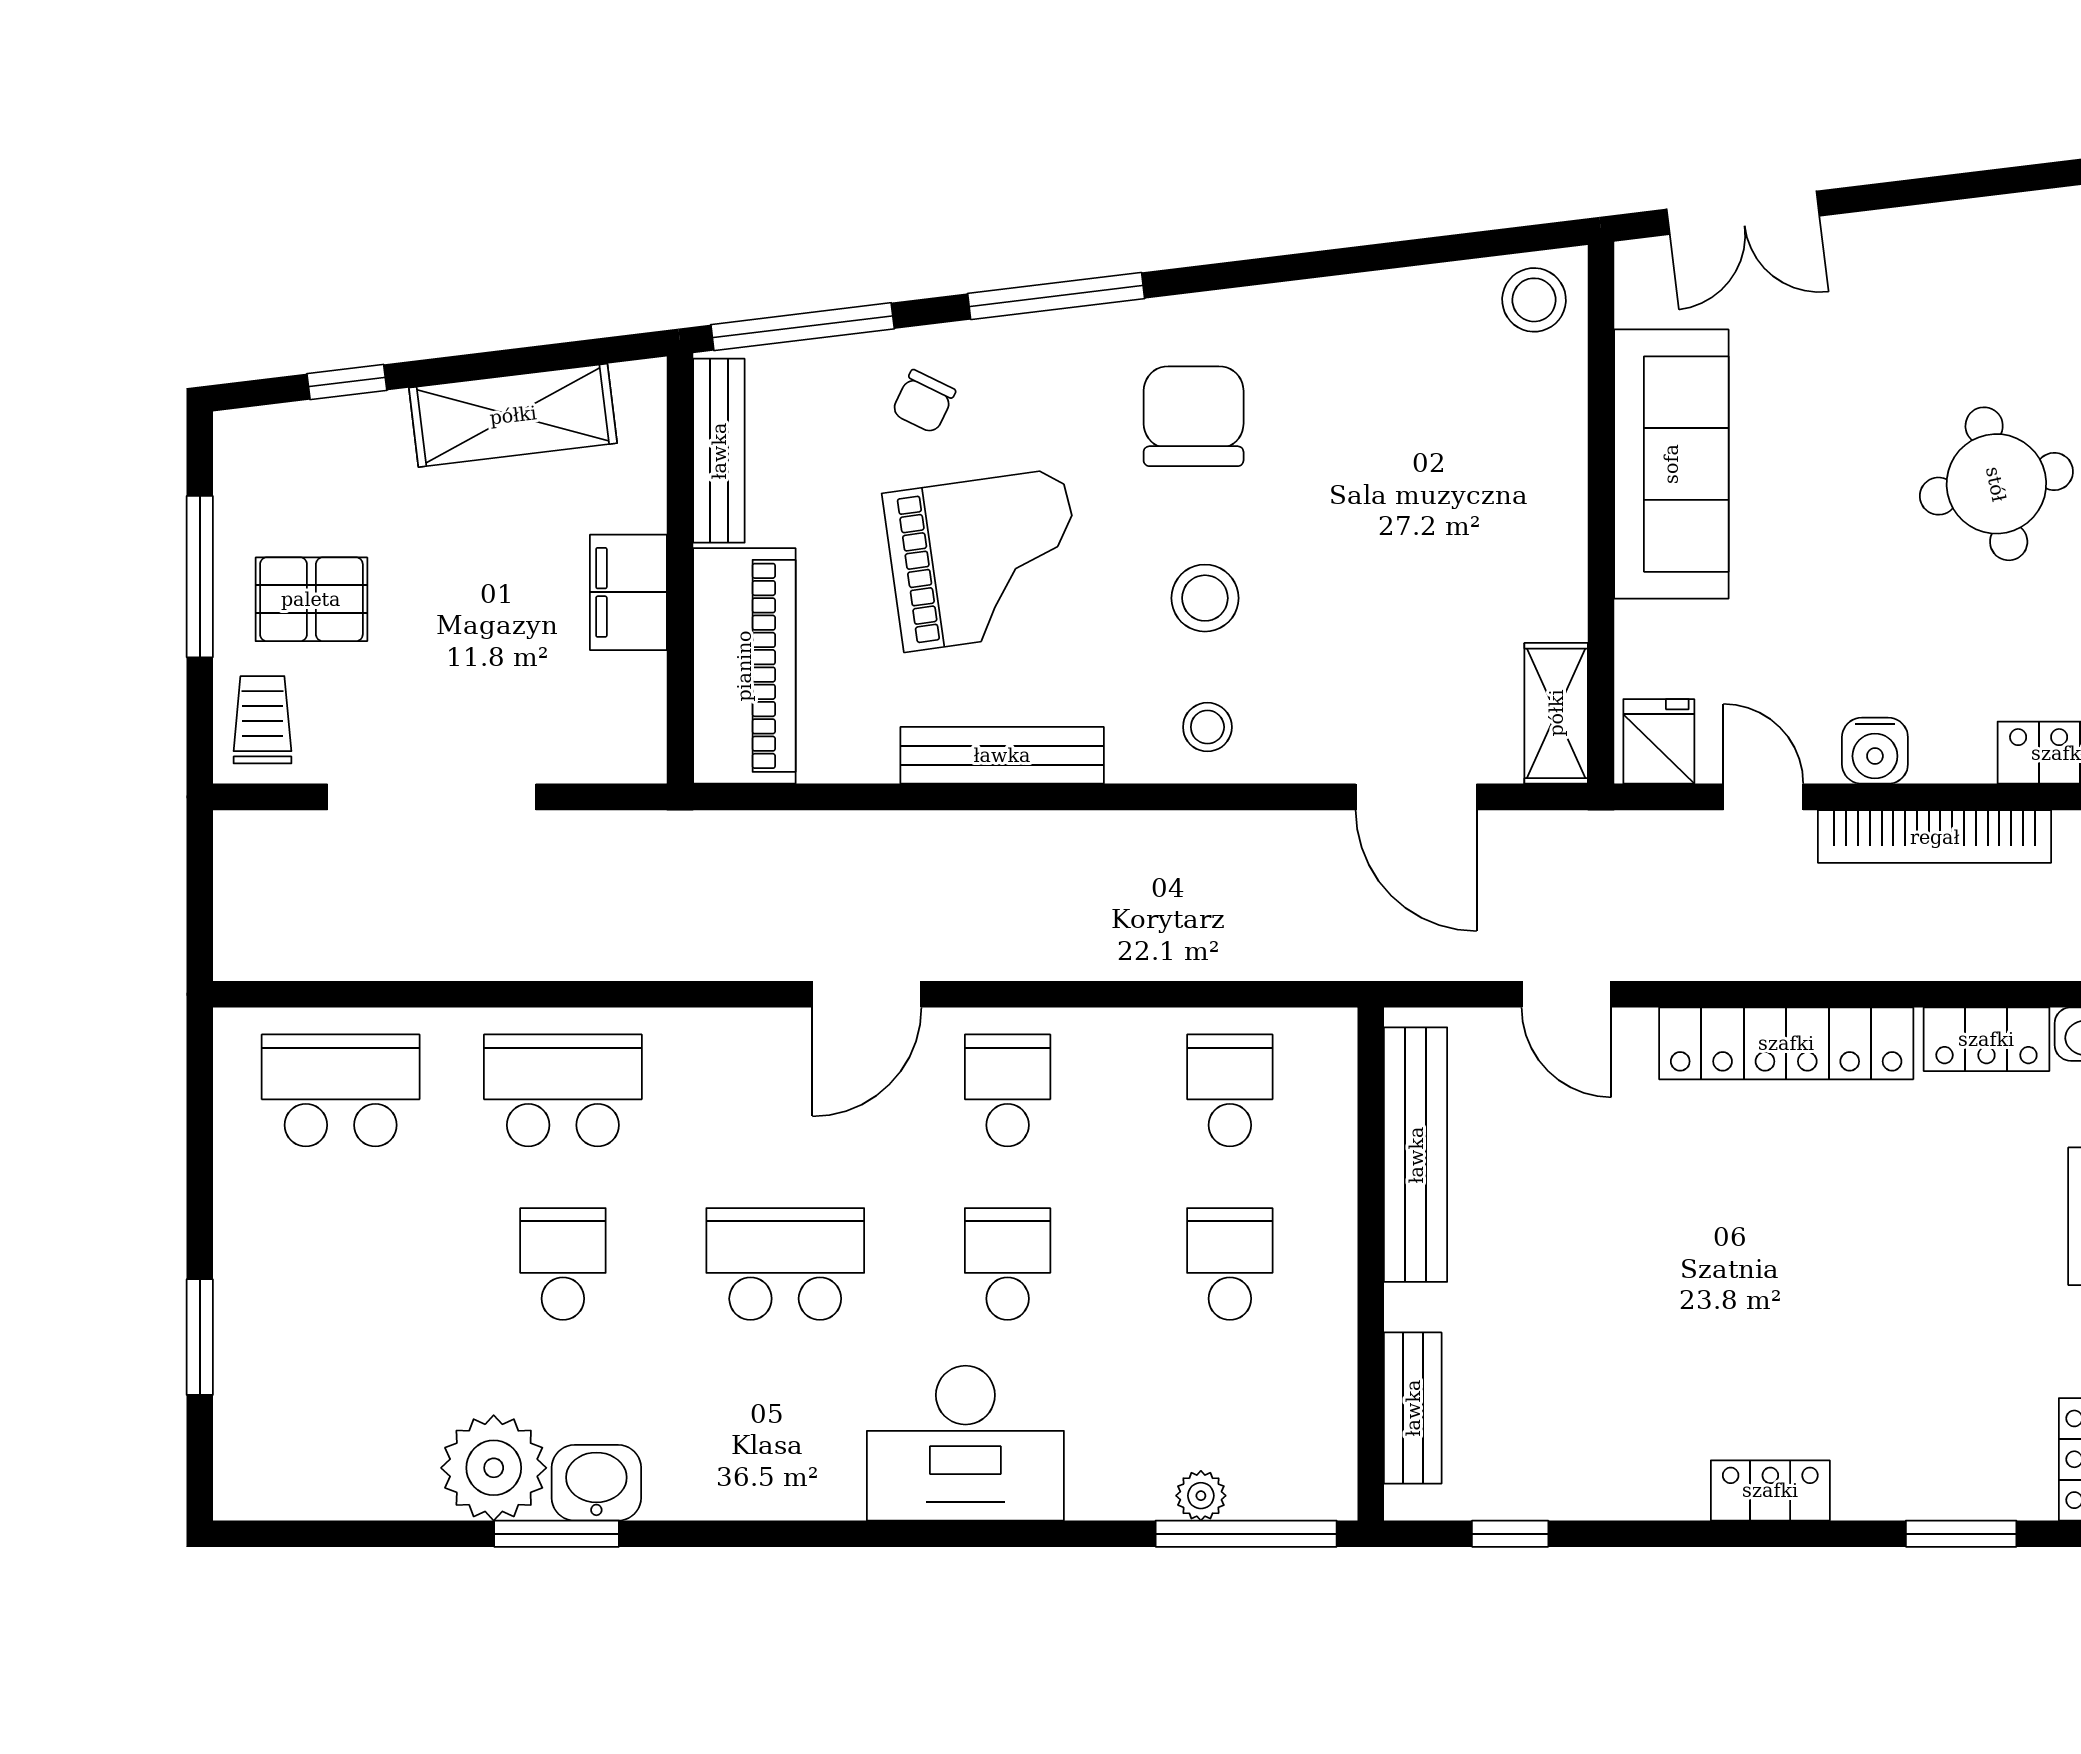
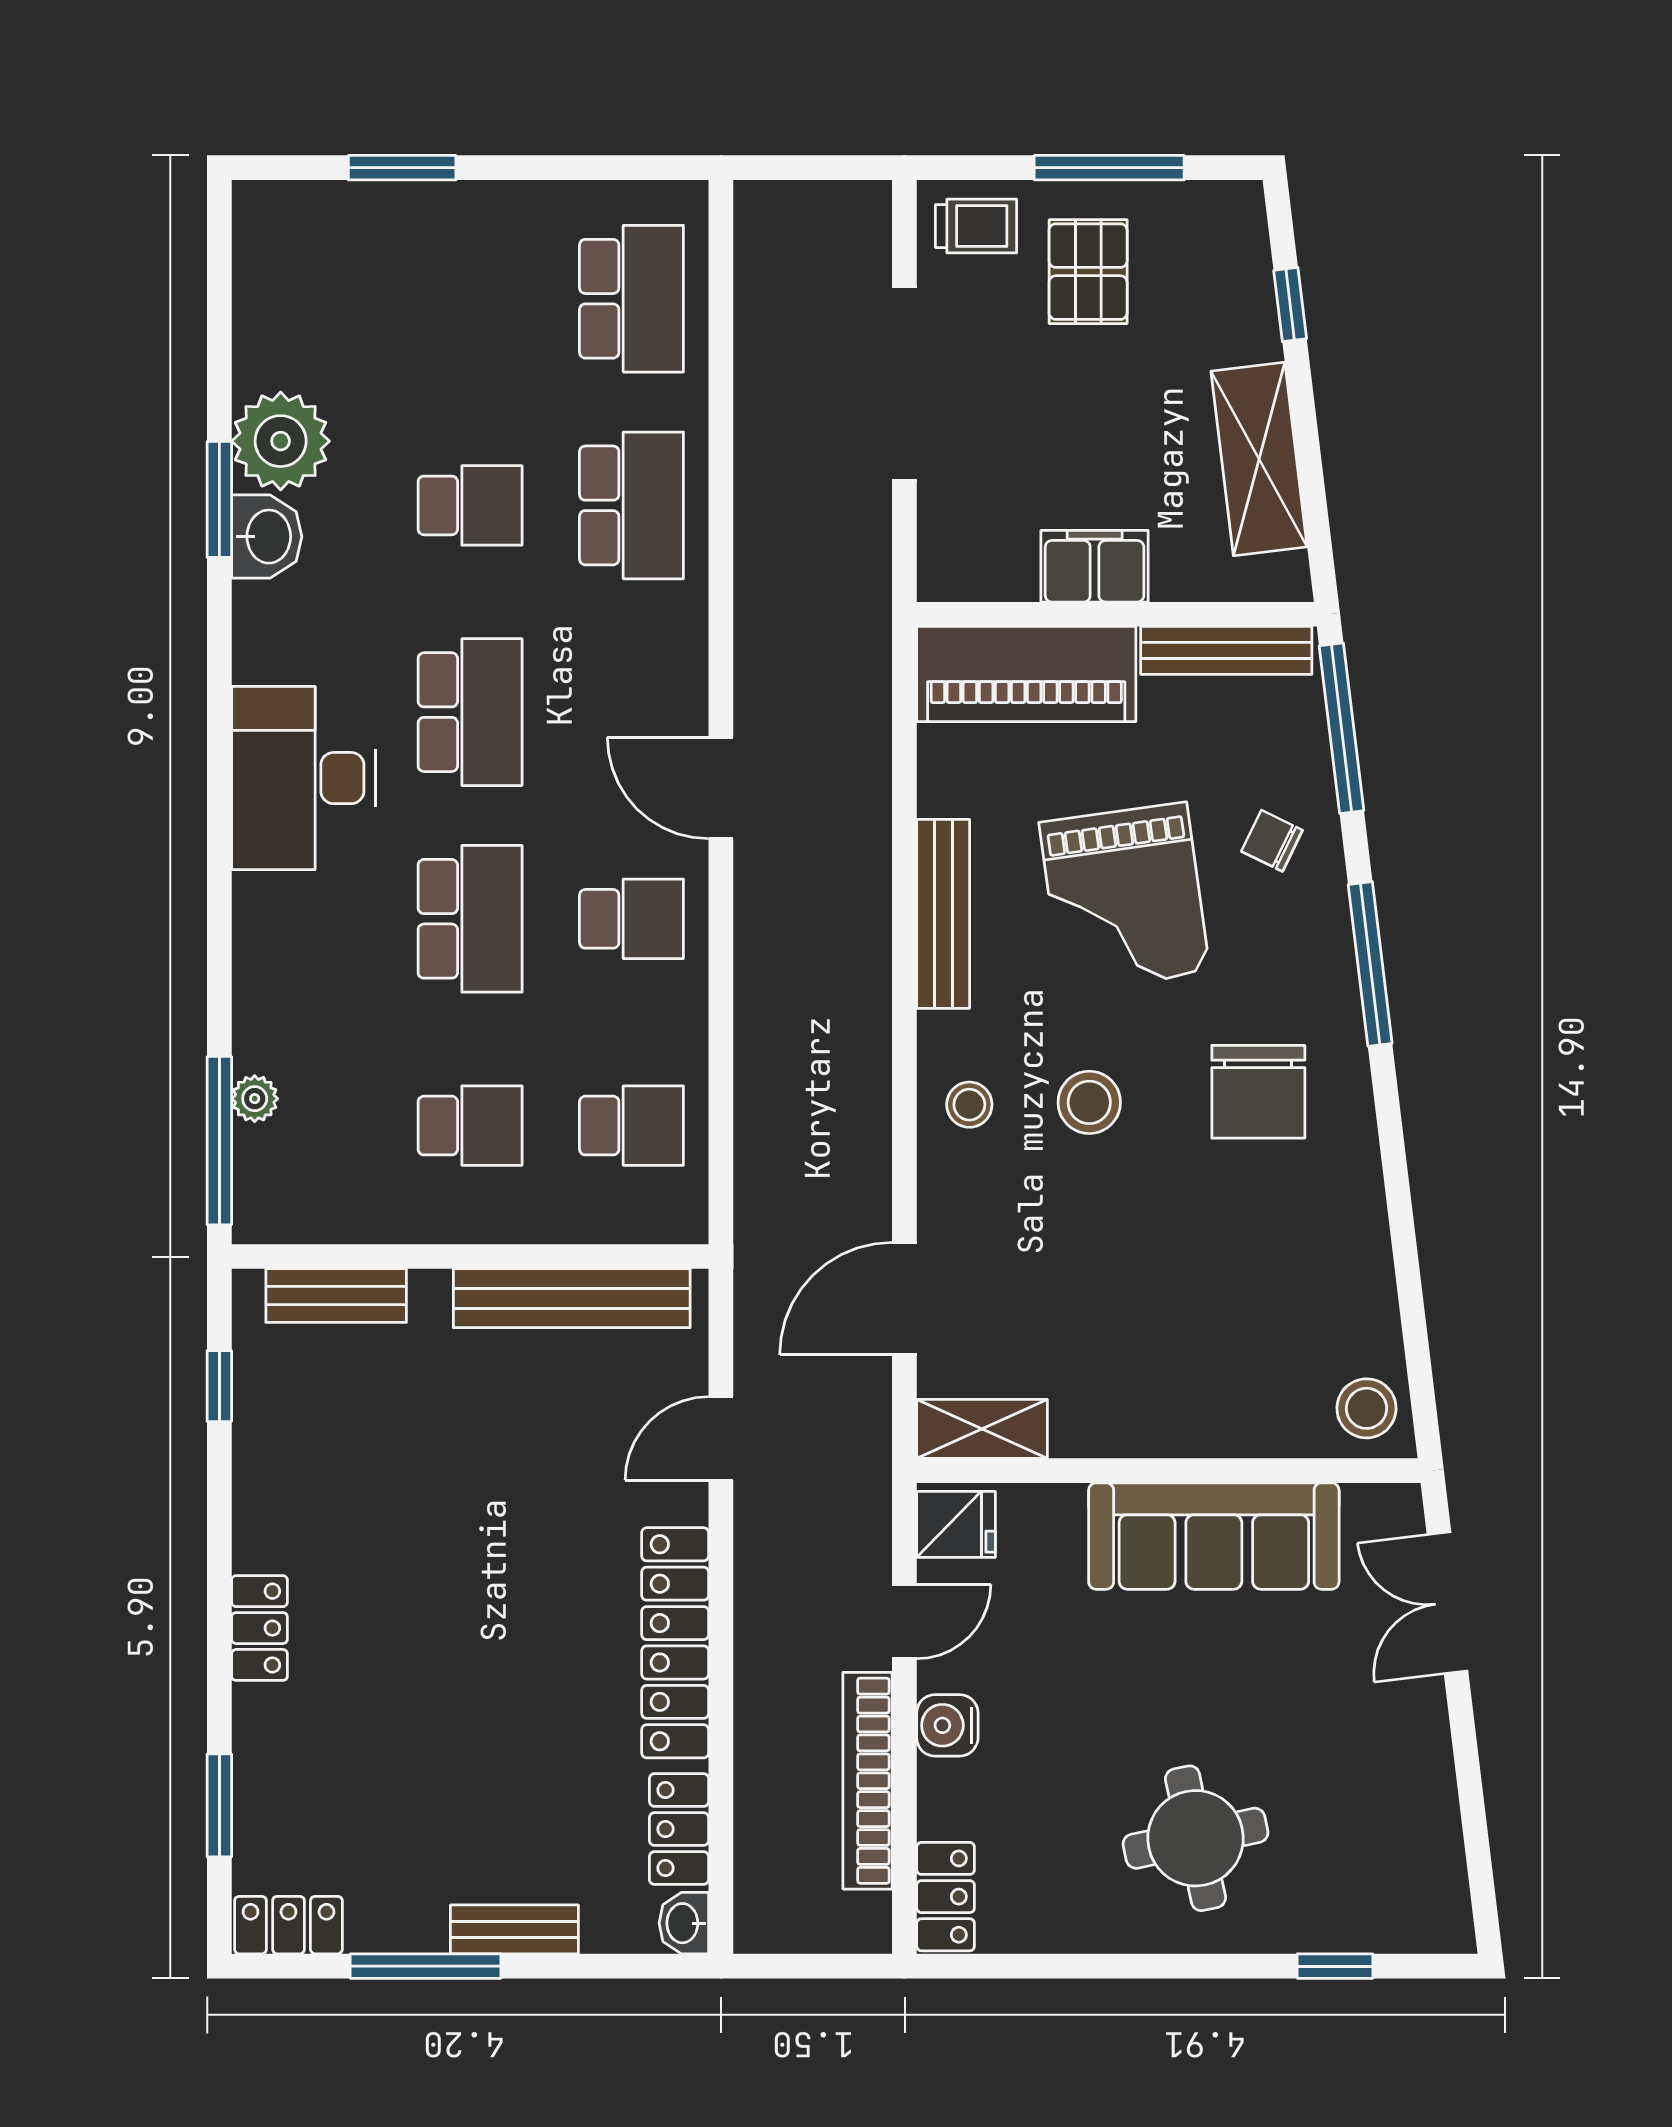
chair: (1194, 416) -> (1258, 1092), turned 90
school desk: (1008, 1264) -> (470, 919), width x1.85
desk: (965, 1443) -> (303, 778), moved

